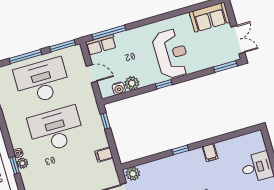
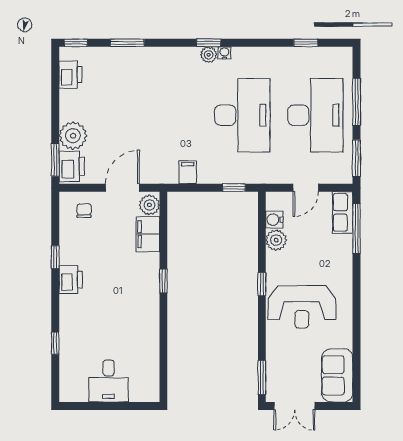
filing cabinet: (210, 152) -> (148, 234), moved, width x2.00

